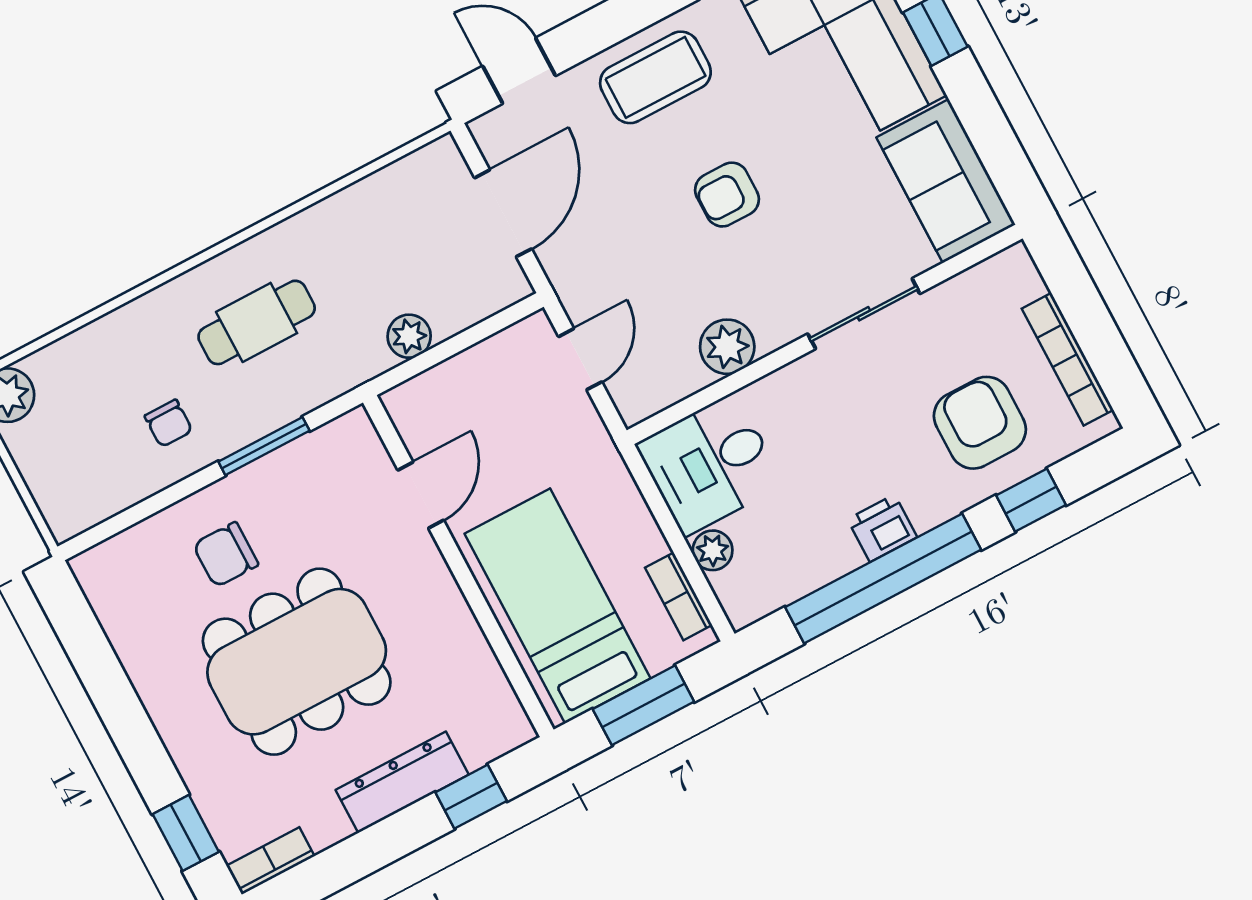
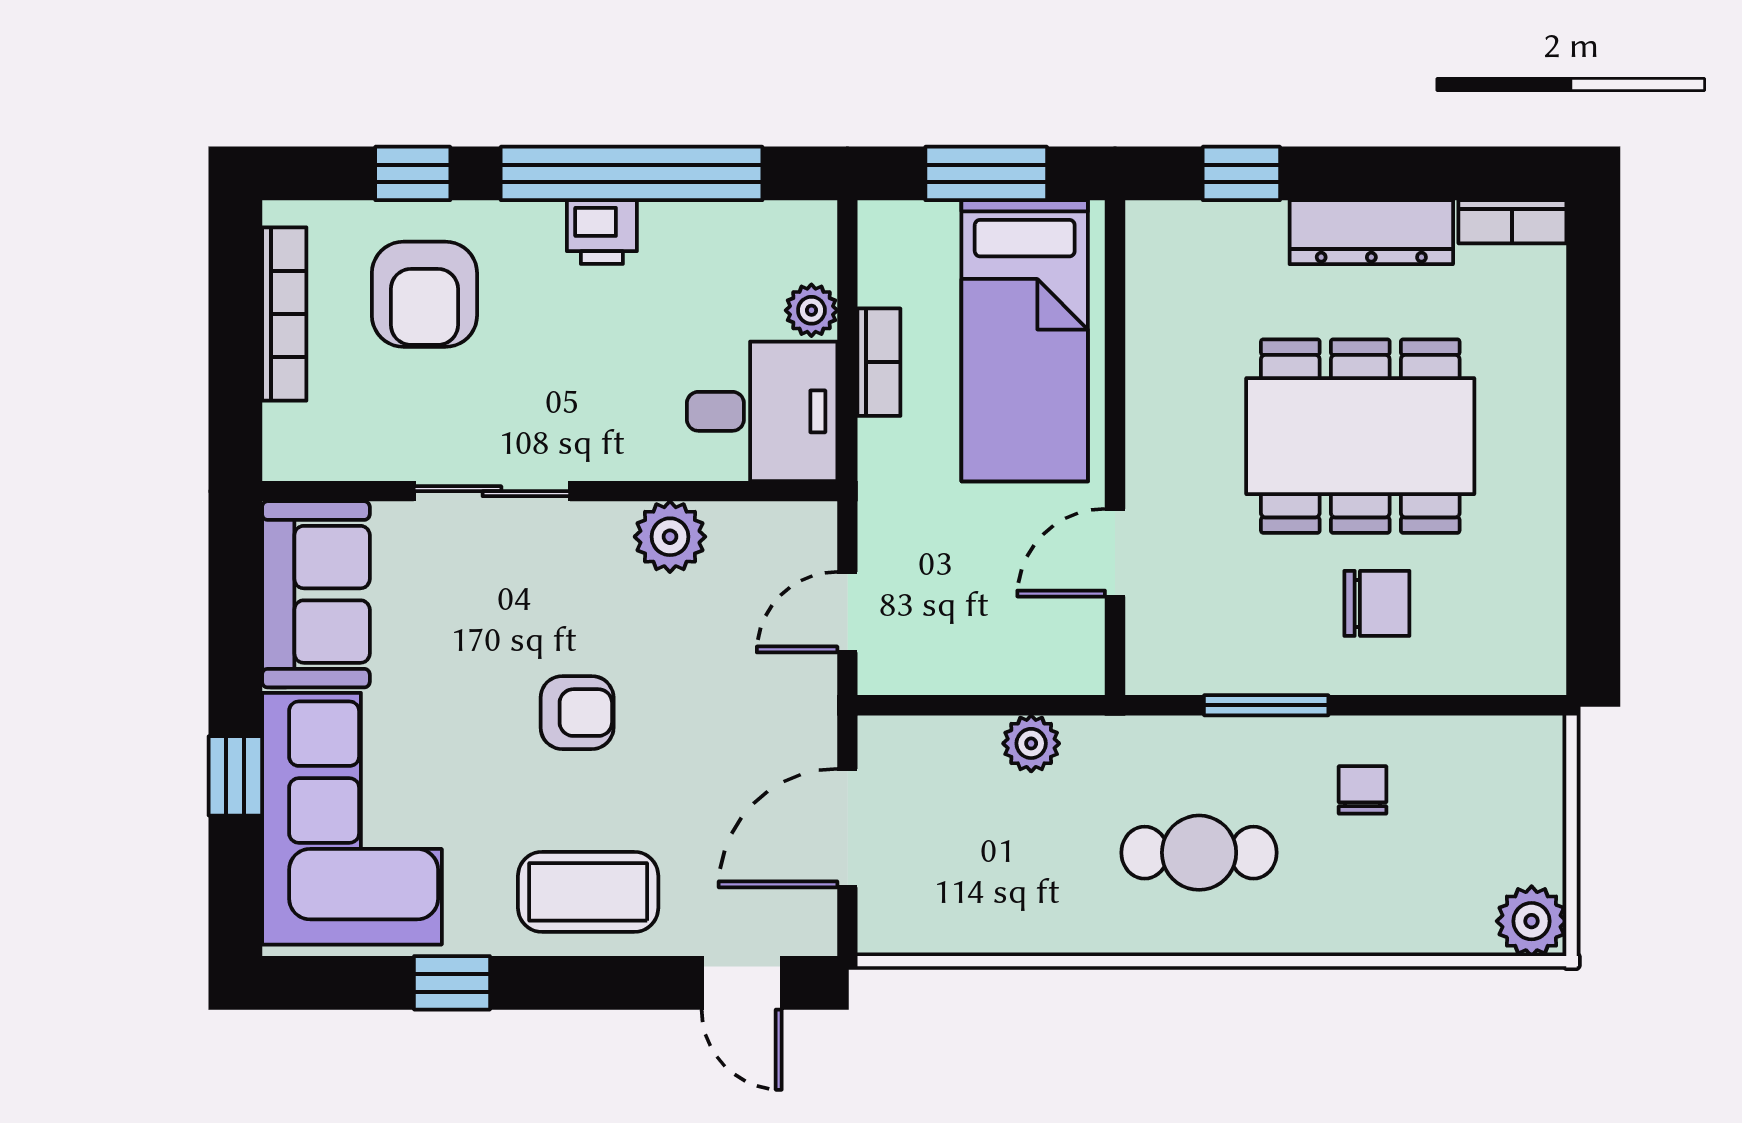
bookcase: (679, 596) -> (879, 362), moved
dresser: (402, 782) -> (1371, 232), moved
window: (186, 833) -> (1593, 306), removed

